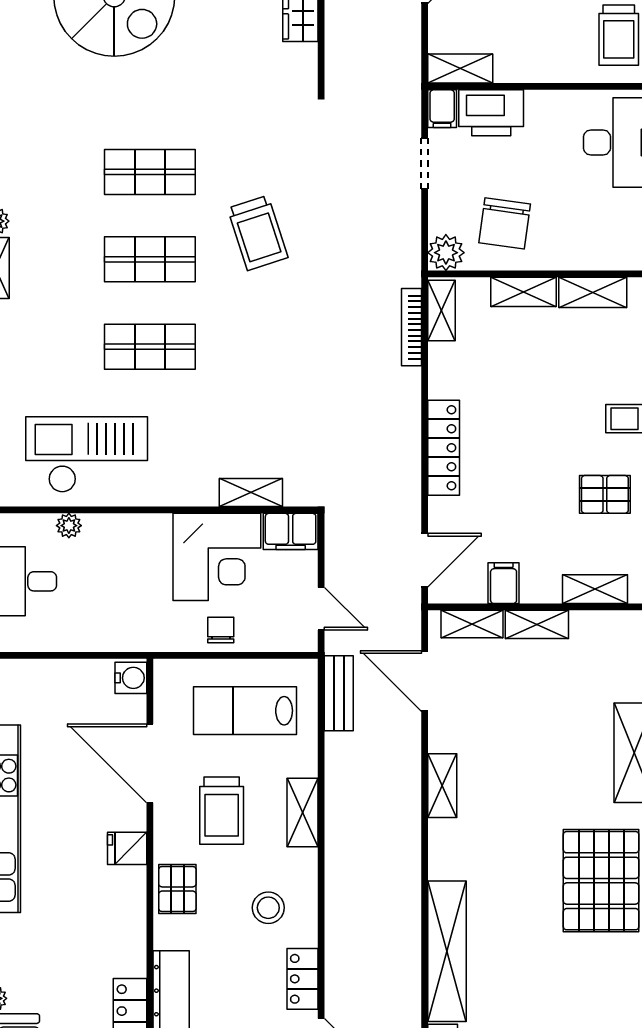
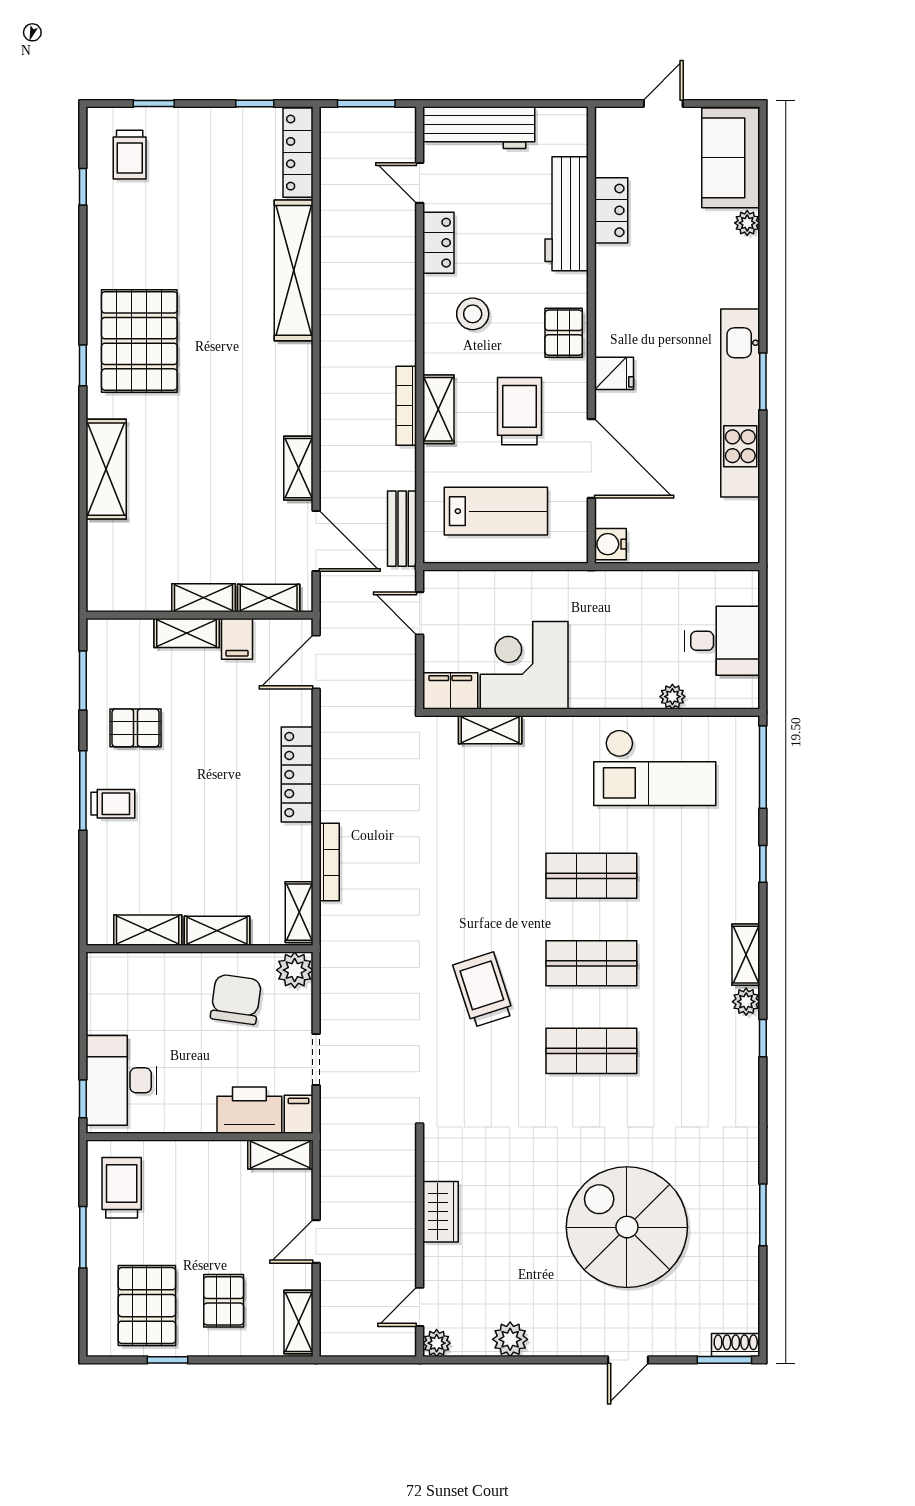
bookcase: (411, 327) -> (329, 862), moved
shelving: (595, 589) -> (187, 633), moved
chair: (221, 630) -> (520, 592), removed
shelving: (442, 786) -> (298, 468), moved
bookcase: (335, 816) -> (406, 406), added

